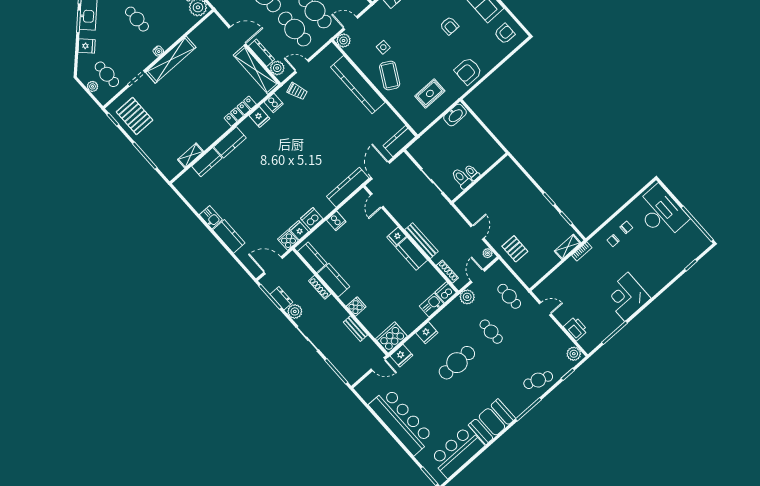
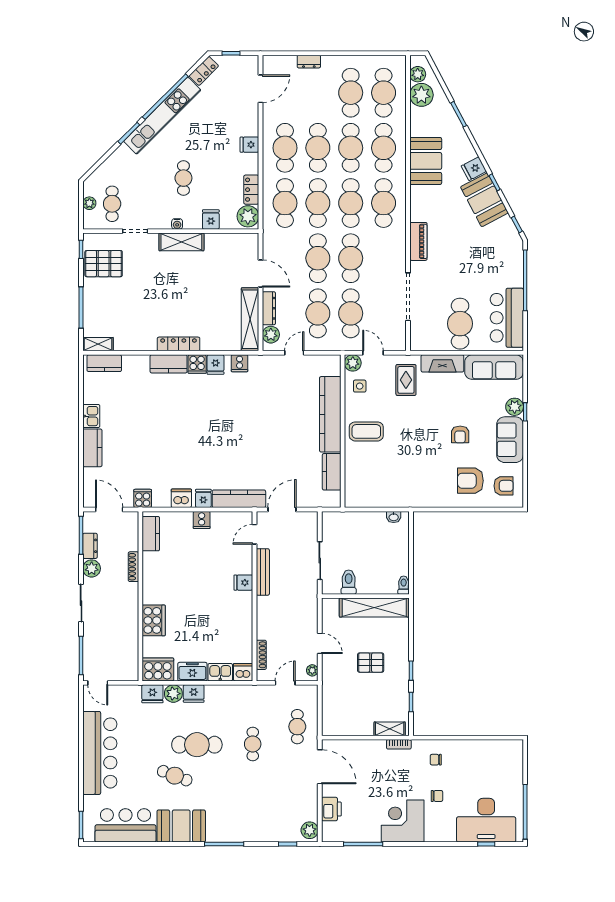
fridge: (87, 46) -> (211, 219), moved, turned -135
side table: (383, 47) -> (360, 386), moved
shelving: (171, 60) -> (181, 242), width x0.68
door: (302, 66) -> (294, 353), hinge flipped
armchair: (468, 71) -> (470, 481), moved
coffee table: (390, 75) -> (366, 431), turned 61
trolley: (297, 91) -> (270, 372), removed
rug: (430, 93) -> (406, 380), moved, turned 90
locker: (240, 111) -> (179, 344), moved
washbasin: (455, 115) -> (394, 517), width x0.52, depth x0.69
pallet: (135, 116) -> (104, 264), turned 90
cooker: (248, 127) -> (197, 364), added
kitchen counter: (399, 141) -> (332, 472), moved, turned -90
shelving: (191, 156) -> (98, 344), moved
kitchen counter: (207, 162) -> (104, 363), moved
toilet: (472, 173) -> (404, 585), moved
shelving: (491, 180) -> (374, 608), added
desk: (661, 213) -> (486, 820), moved, turned 90
chair: (626, 227) -> (437, 796), moved
fridge: (299, 230) -> (203, 498), moved
door: (477, 232) -> (320, 643), hinge flipped
bench: (421, 241) -> (263, 572), moved
pallet: (515, 249) -> (371, 663), moved, turned 90
kitchen counter: (412, 254) -> (243, 610), removed
kitchen counter: (333, 280) -> (152, 571), removed
plant: (467, 297) -> (173, 694), moved
cooker: (356, 307) -> (154, 620), width x1.87, depth x1.31
door: (545, 309) -> (320, 767), width x1.88
freezer: (414, 320) -> (192, 672), added
bench: (355, 329) -> (133, 633), removed
door: (378, 364) -> (98, 683), moved
cafe table: (538, 380) -> (175, 776), moved

